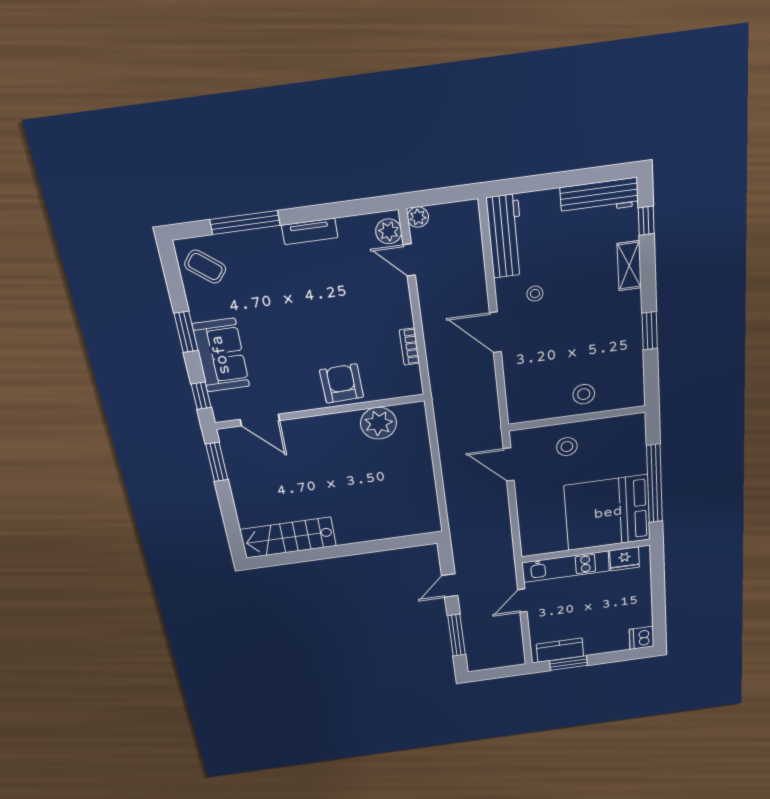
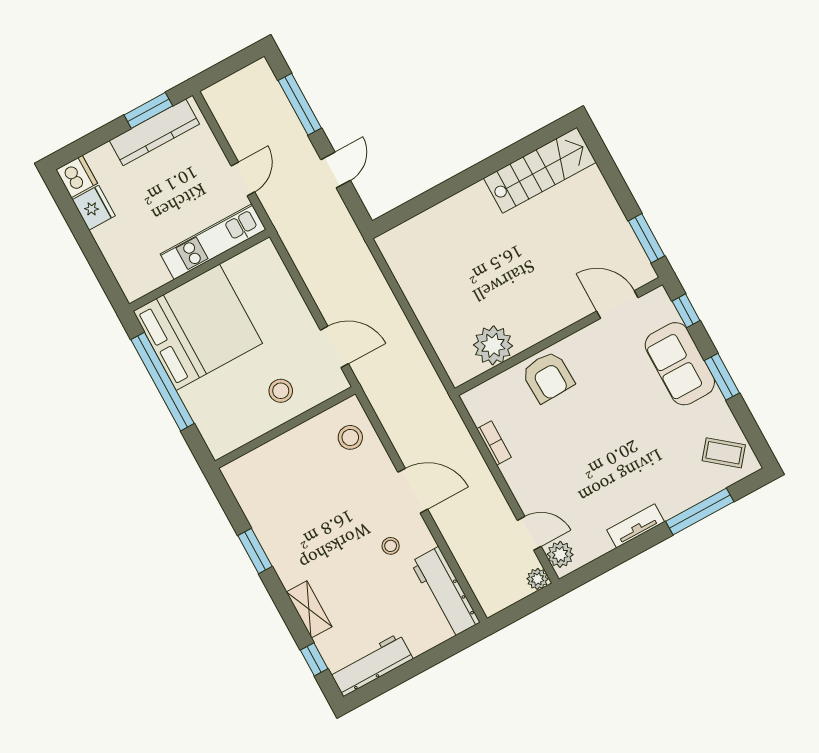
stool: (584, 394) -> (350, 437), moved
fridge: (625, 559) -> (94, 208), moved, turned 90
kitchen counter: (560, 650) -> (154, 132), width x1.50

